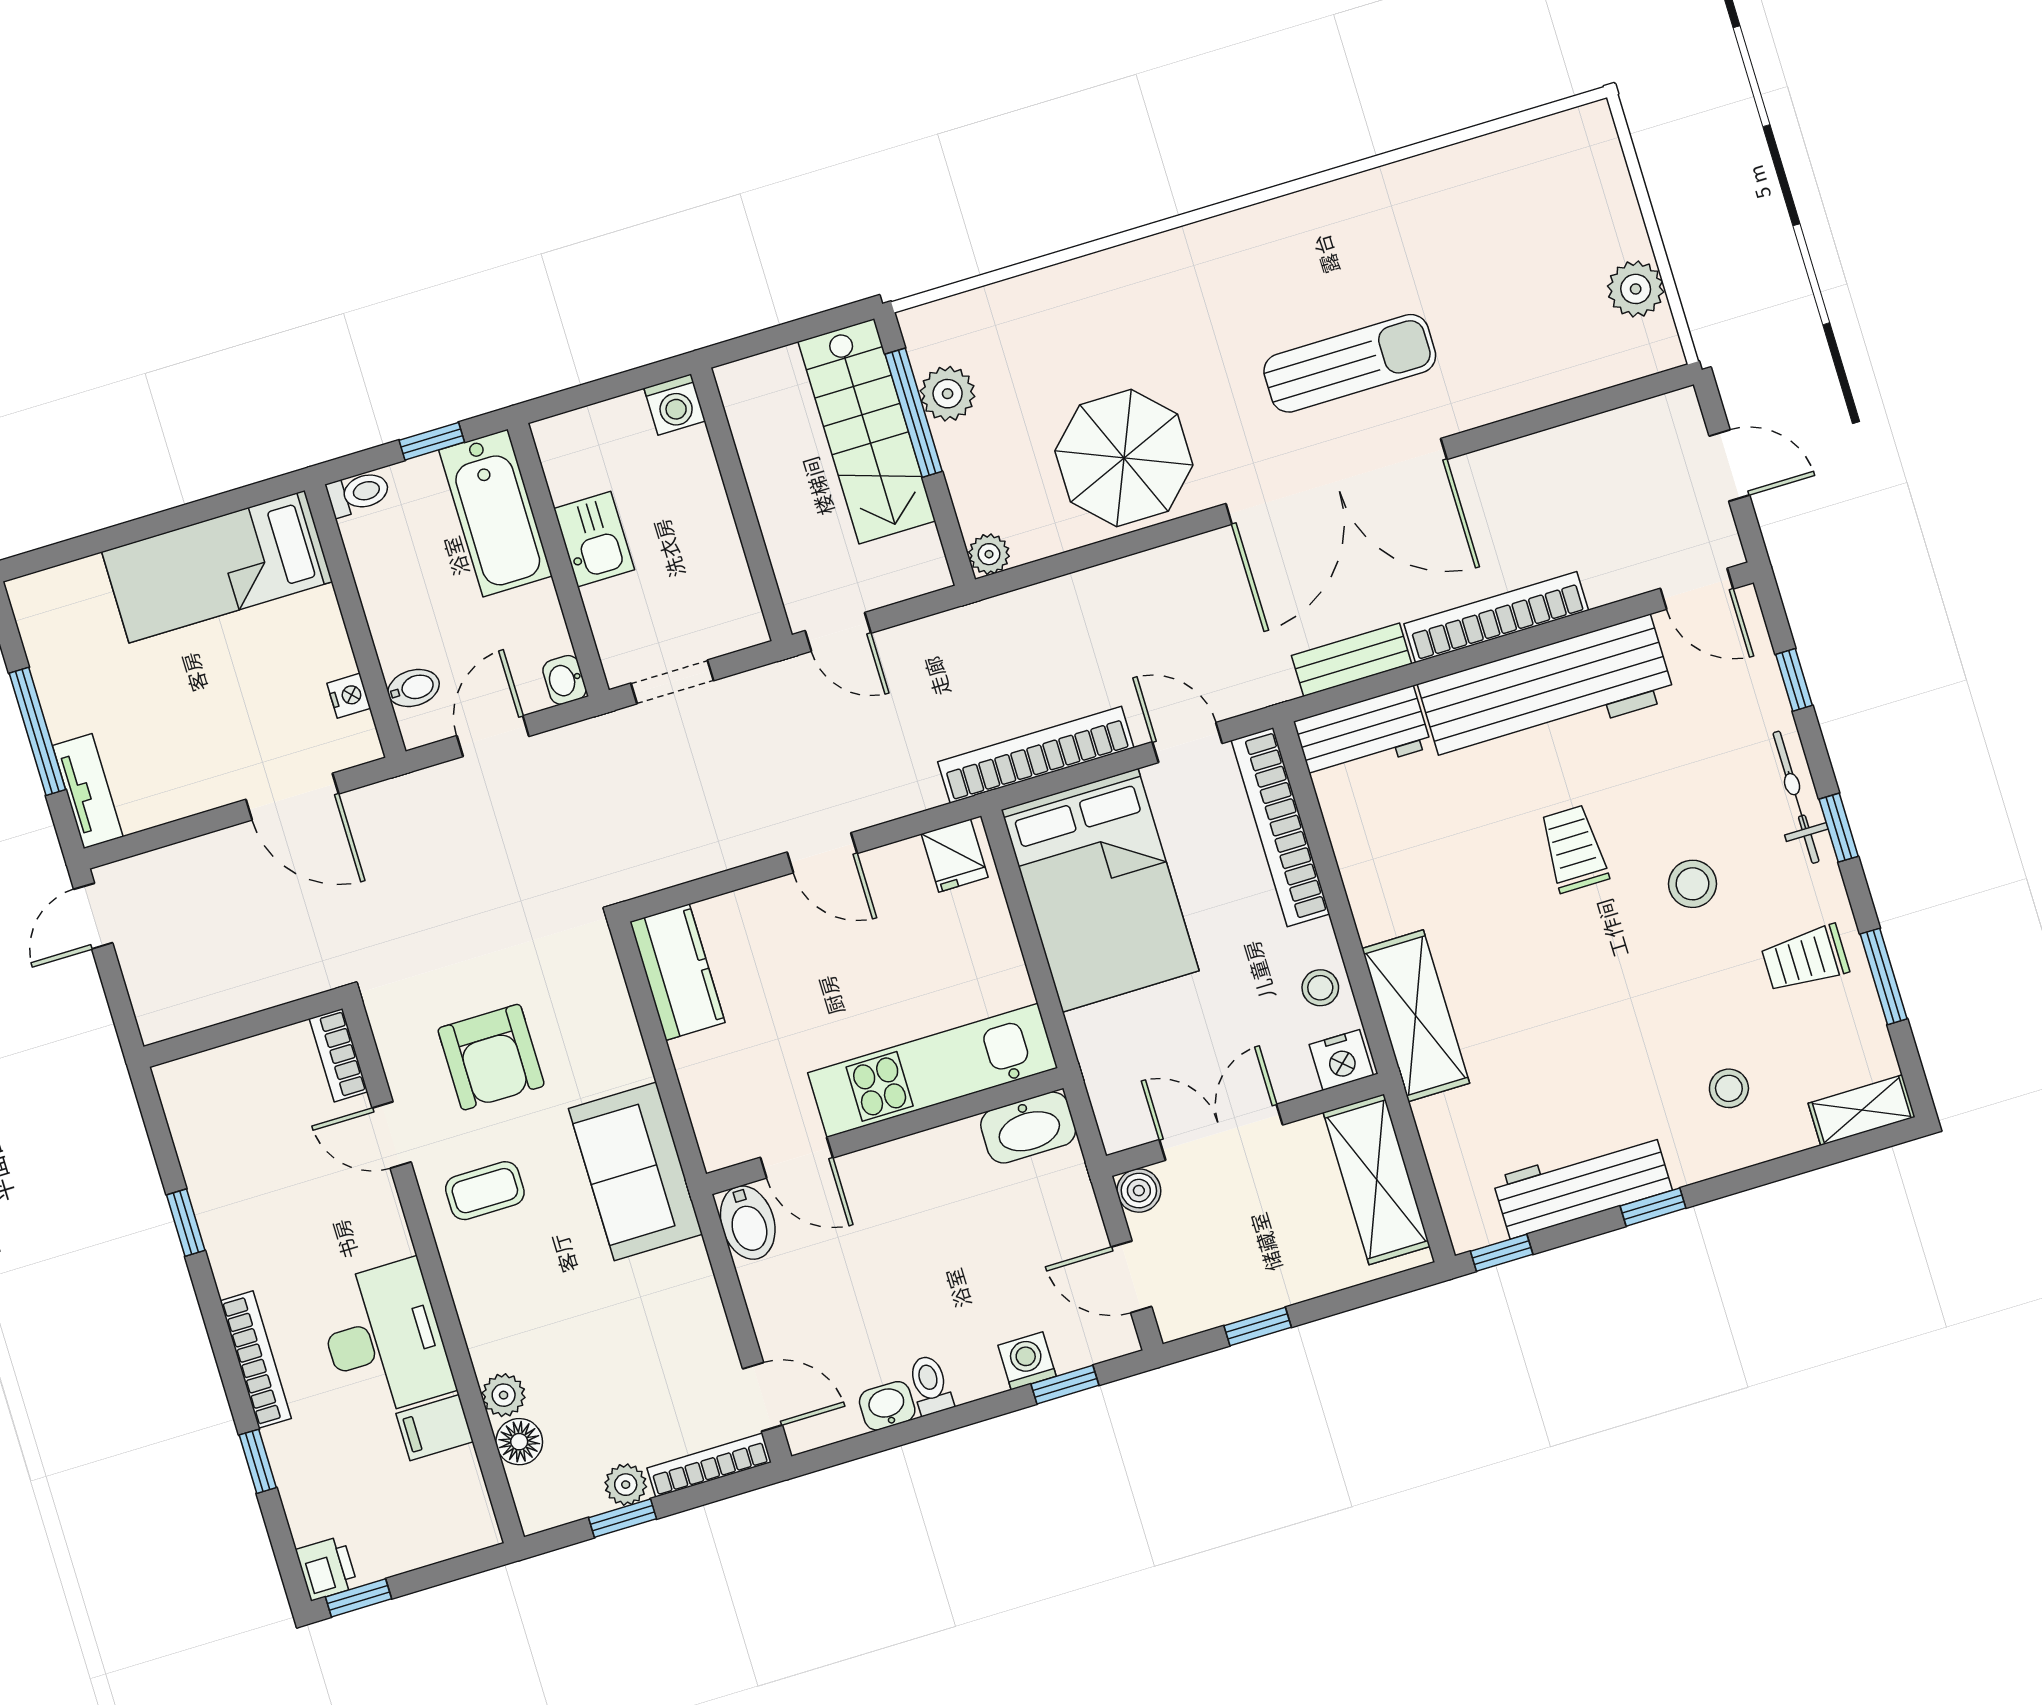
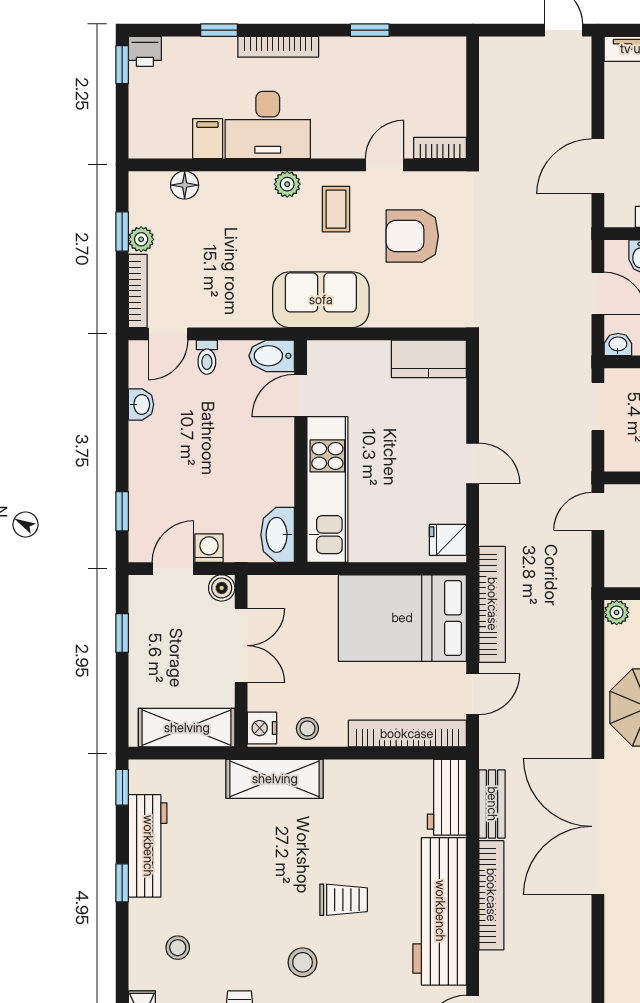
door: (822, 853) -> (473, 464), swing flipped
washing machine: (1027, 1361) -> (209, 548), moved, turned -90
toilet: (930, 1385) -> (207, 357), moved, turned 90
plant: (504, 1395) -> (287, 184), moved

